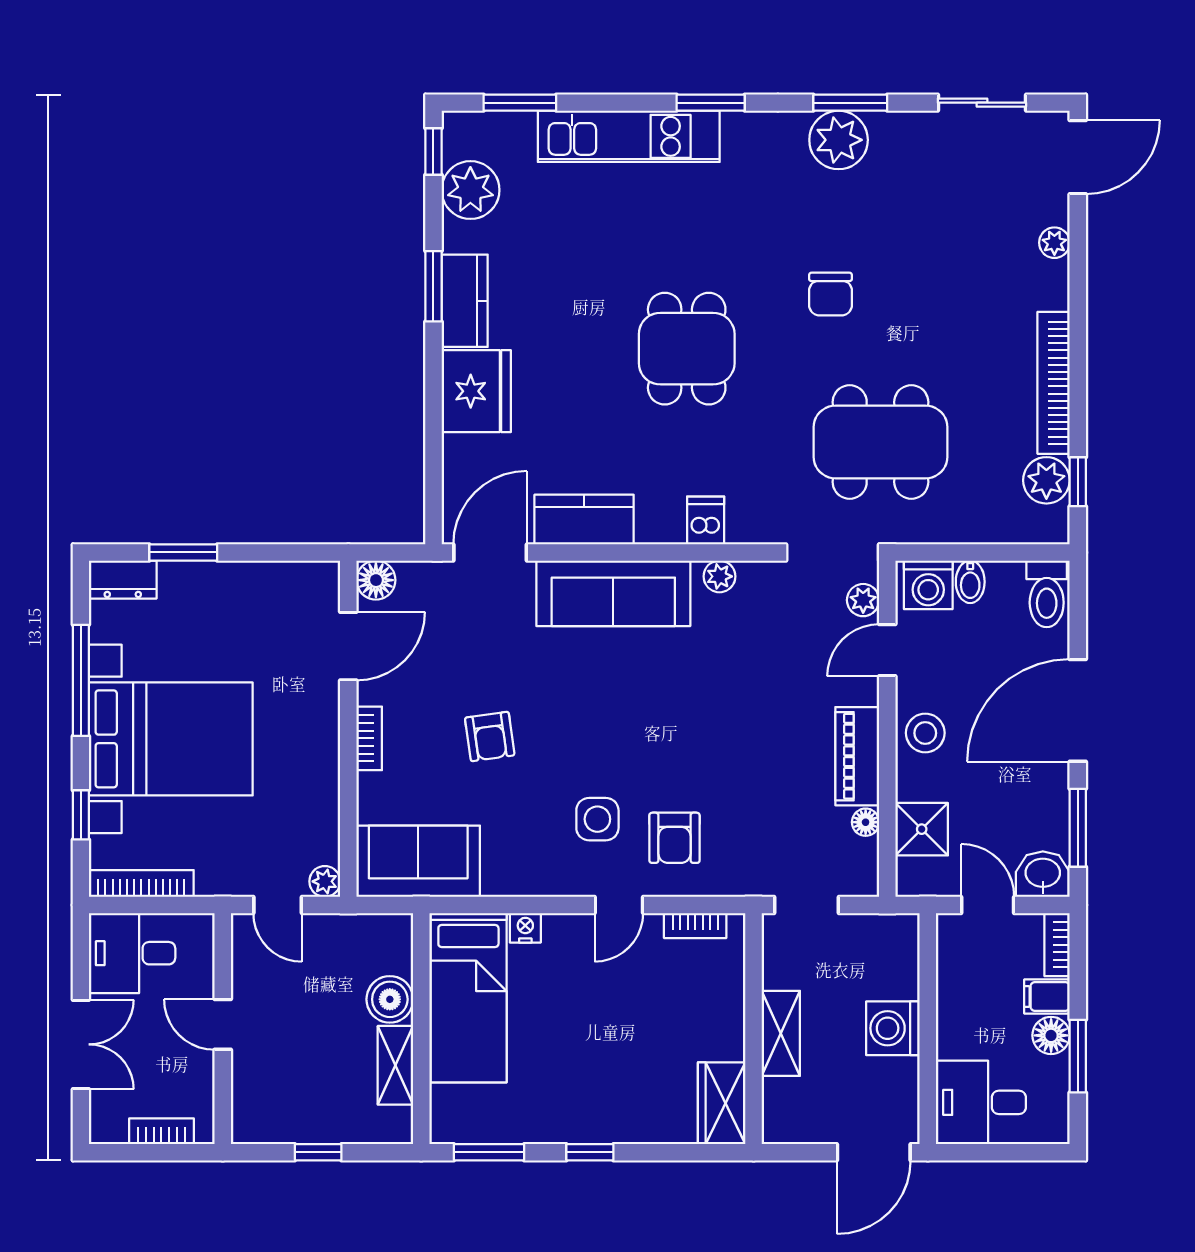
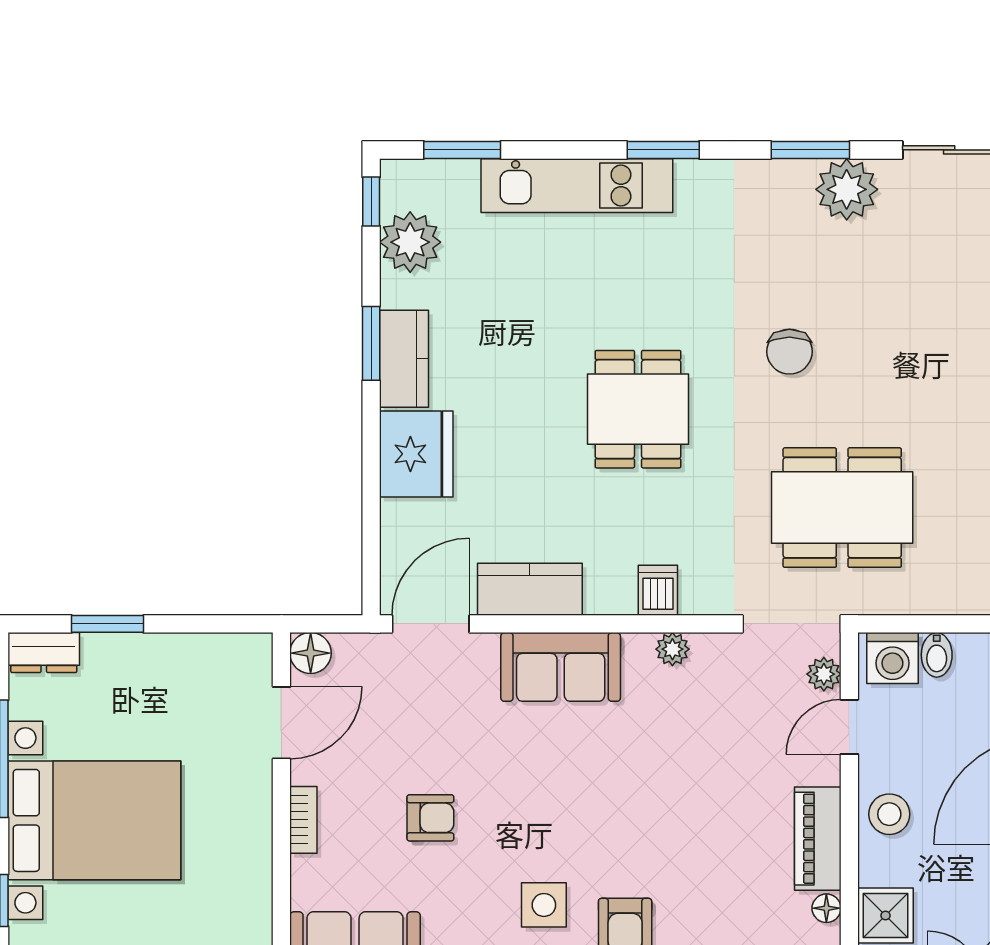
plant: (839, 140) -> (847, 189), moved
sofa: (613, 593) -> (561, 667), width x0.73
armchair: (490, 736) -> (430, 818), turned -82

